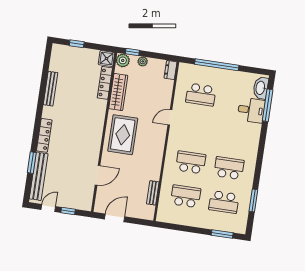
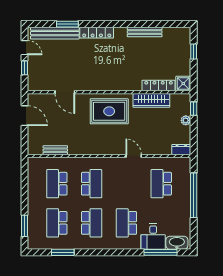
plant: (123, 60) -> (184, 100), removed
school desk: (234, 134) -> (126, 223), added
school desk: (186, 196) -> (57, 184), turned 180

